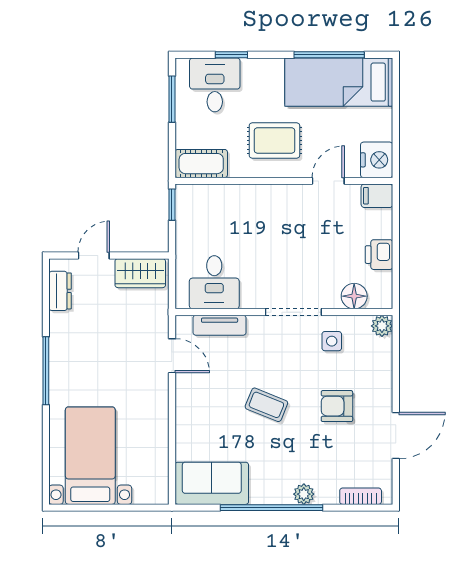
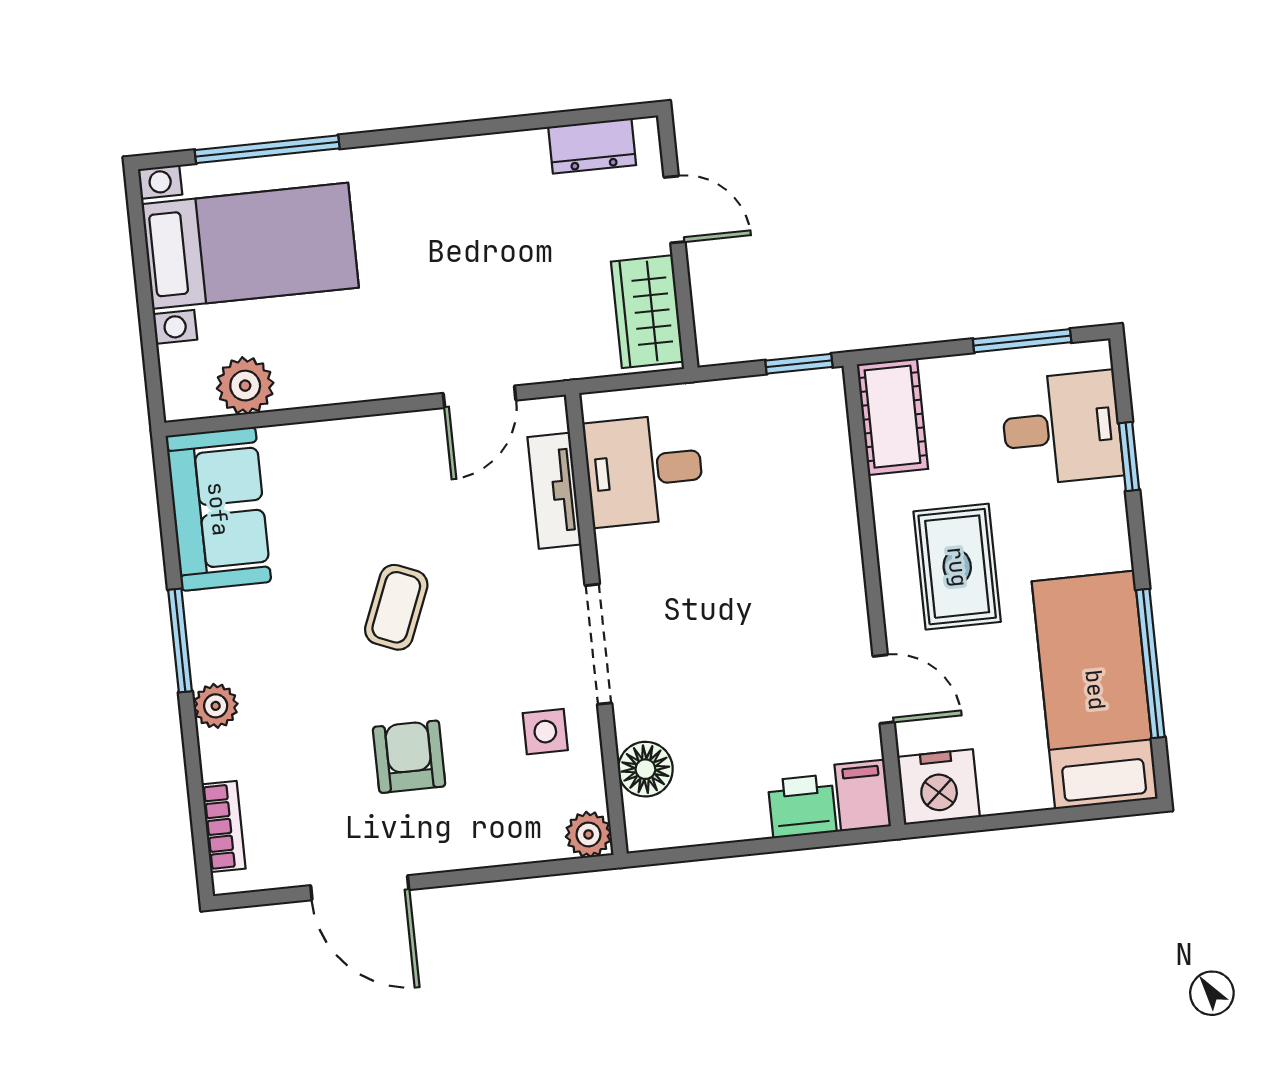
printer: (379, 255) -> (802, 806), moved
window: (46, 371) -> (267, 149), moved
plant: (155, 465) -> (245, 386), added
window: (271, 508) -> (180, 641), width x0.47

